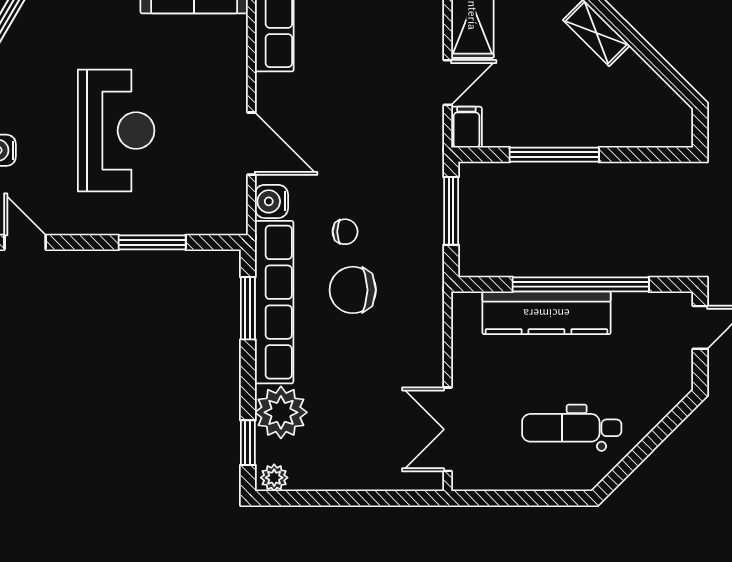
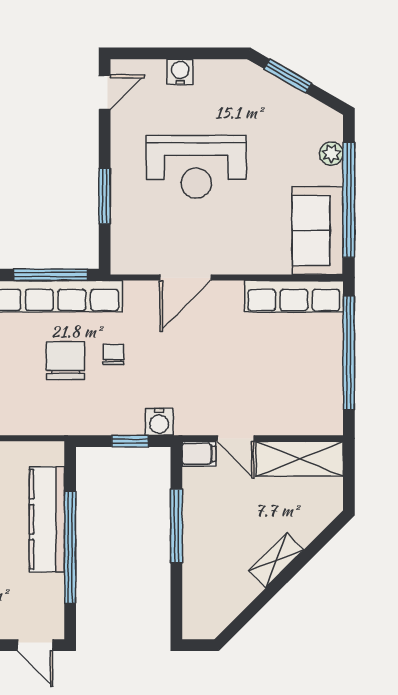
water cooler: (271, 201) -> (159, 422), moved, turned 180
window: (451, 211) -> (130, 441), width x0.67
chair: (345, 232) -> (113, 354), turned 180
window: (248, 308) -> (51, 275), width x1.44

